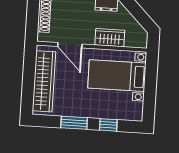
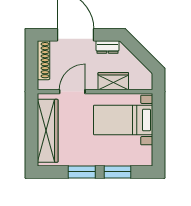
door: (70, 45) -> (72, 92), swing flipped
window: (108, 125) -> (117, 172), width x1.50

